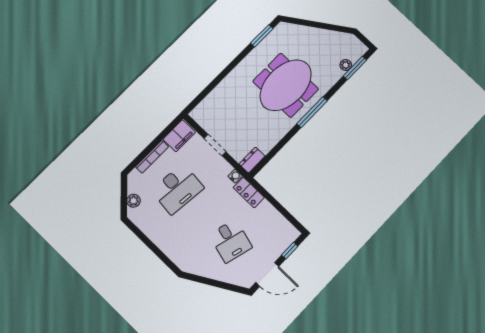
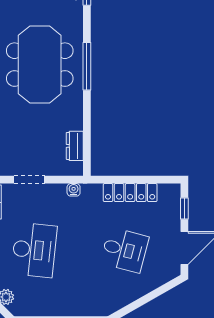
dresser: (252, 160) -> (75, 146), moved
locker: (249, 192) -> (130, 193), moved, width x1.53

